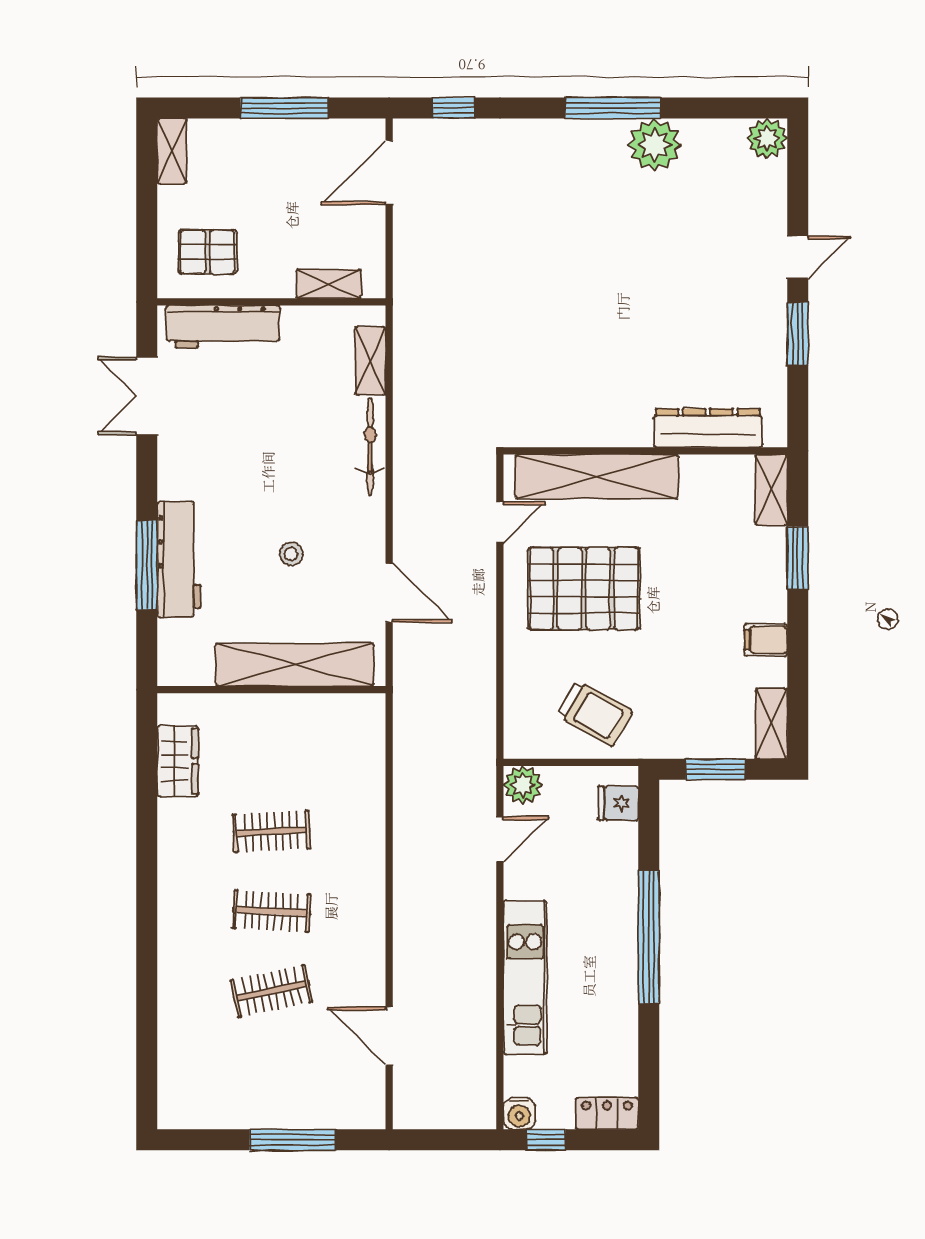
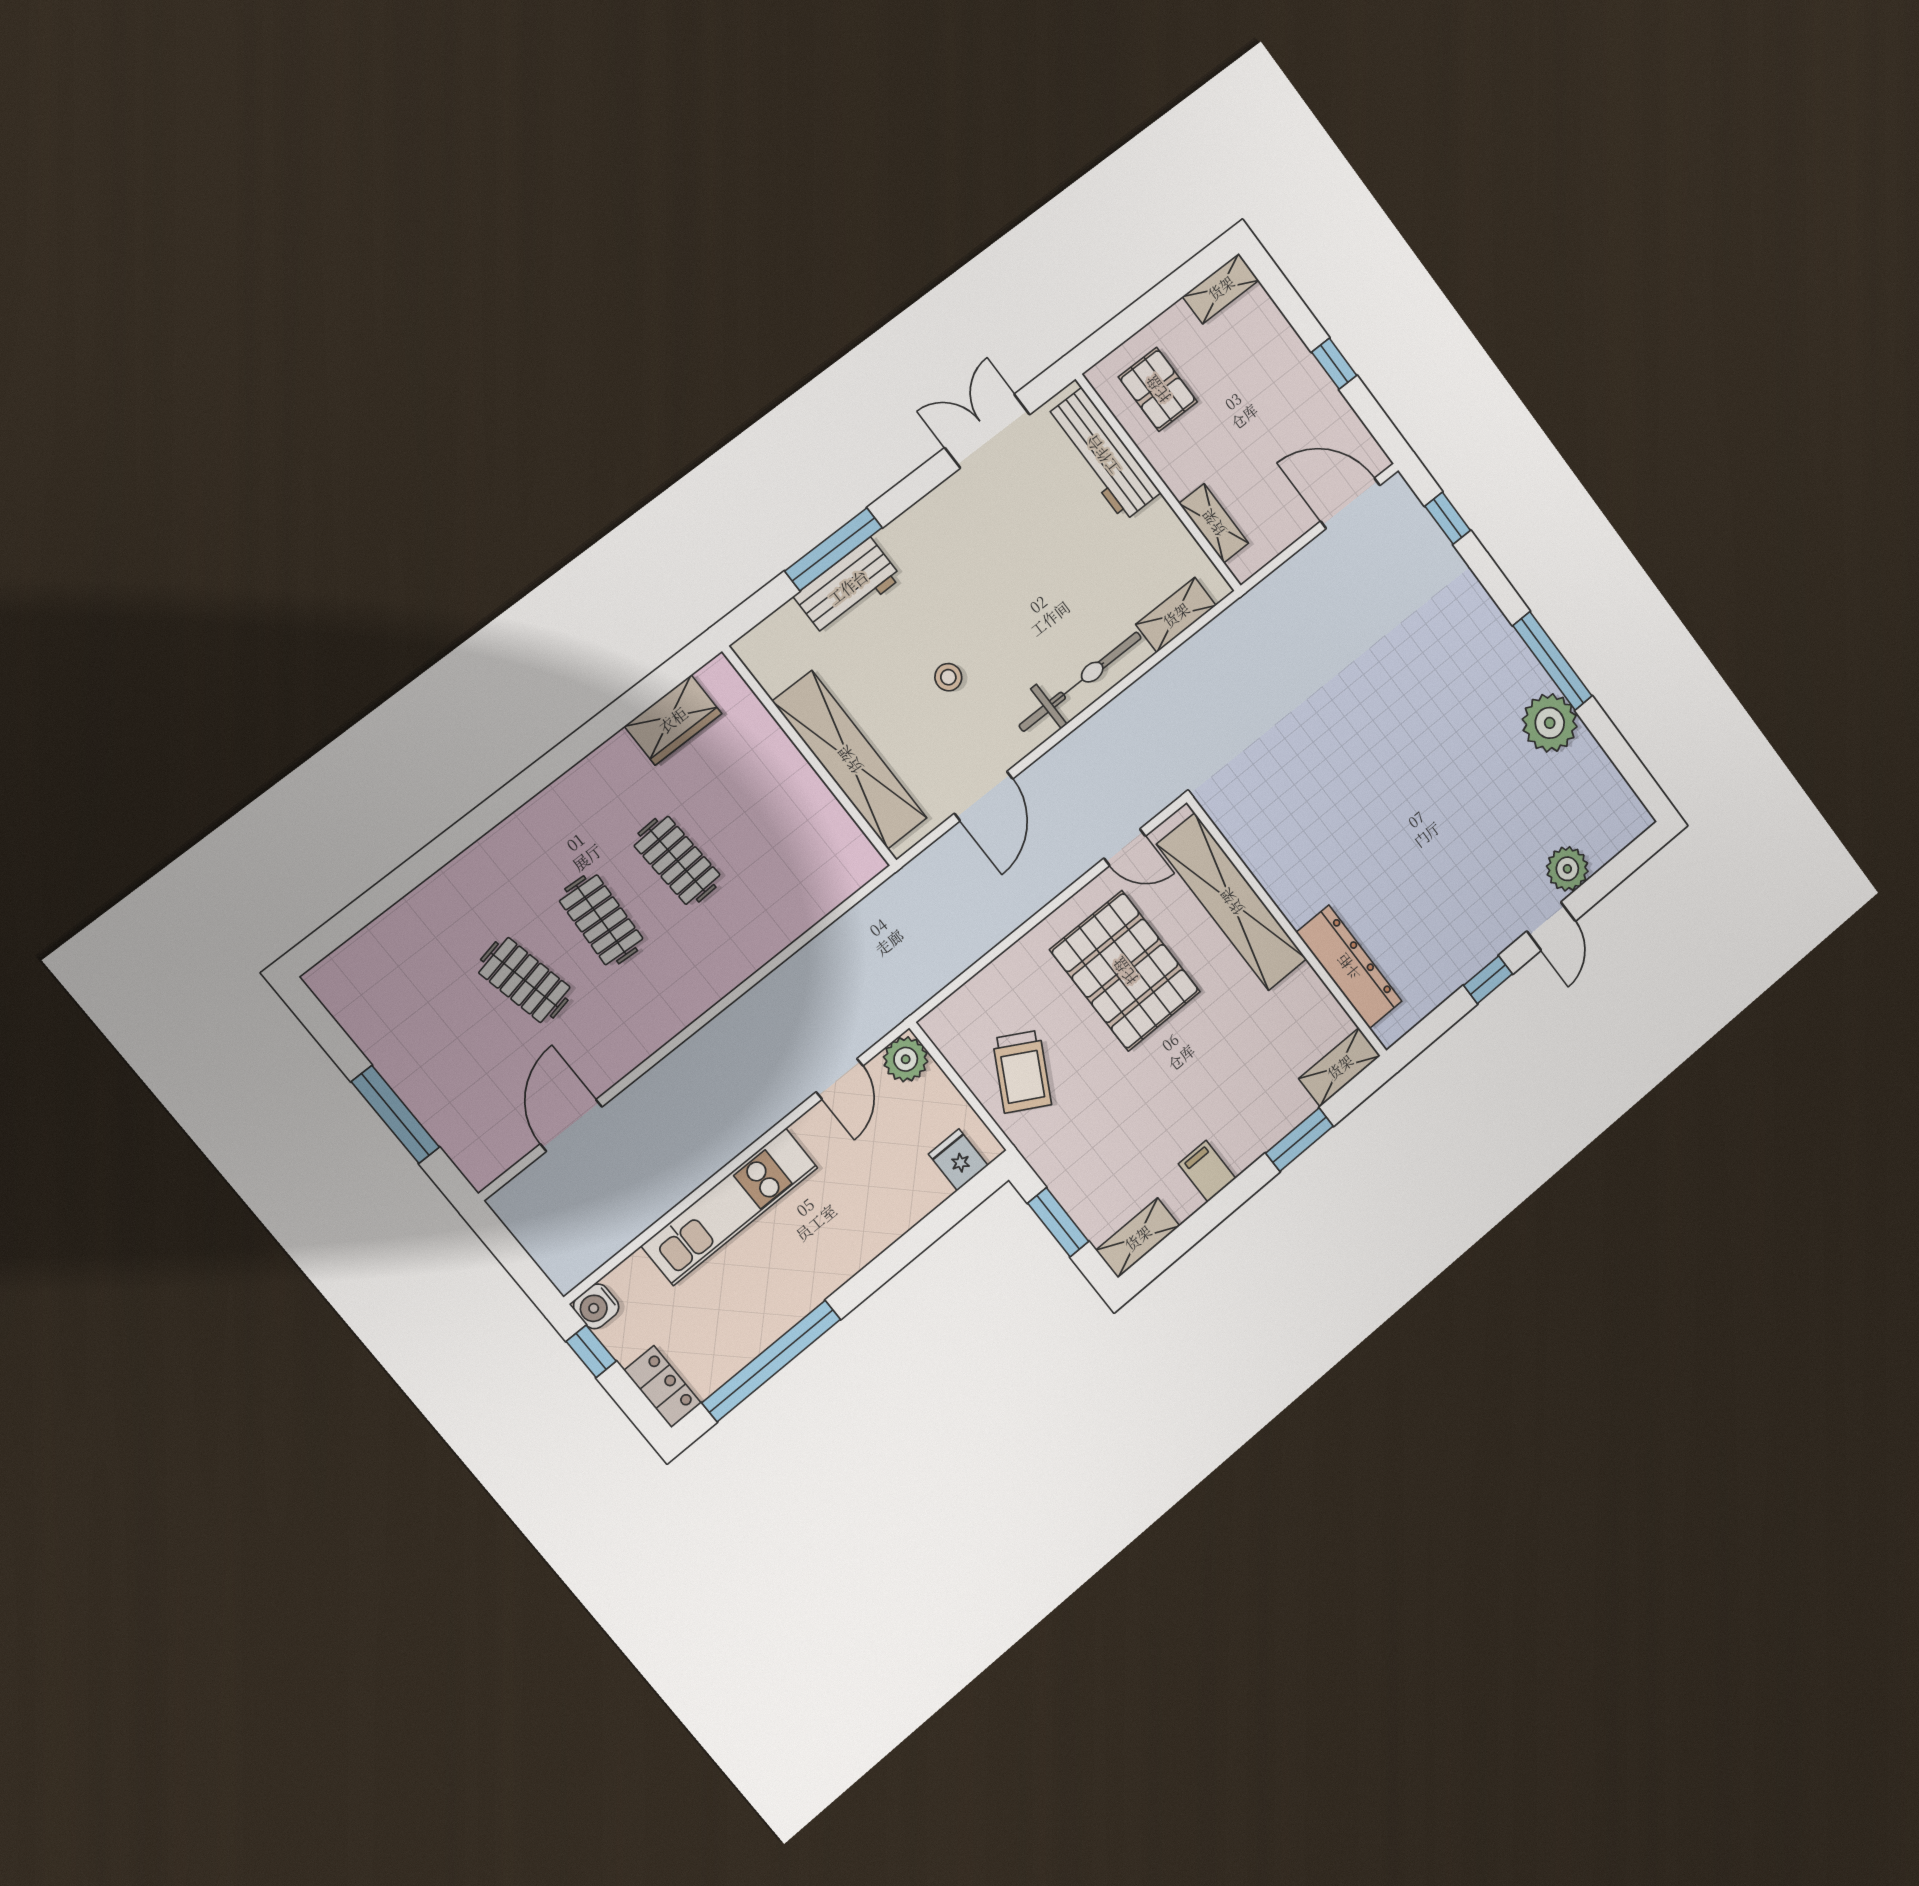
window: (284, 108) -> (1334, 364), width x0.46
plant: (767, 139) -> (1567, 869), moved
door: (798, 257) -> (1551, 926), hinge flipped
window: (798, 334) -> (1488, 980), width x0.67
bicycle: (370, 447) -> (1080, 682), width x1.37, depth x1.40
workbench: (179, 559) -> (848, 587), width x0.73
door: (500, 839) -> (840, 1079), hinge flipped
window: (649, 937) -> (771, 1361), moved

